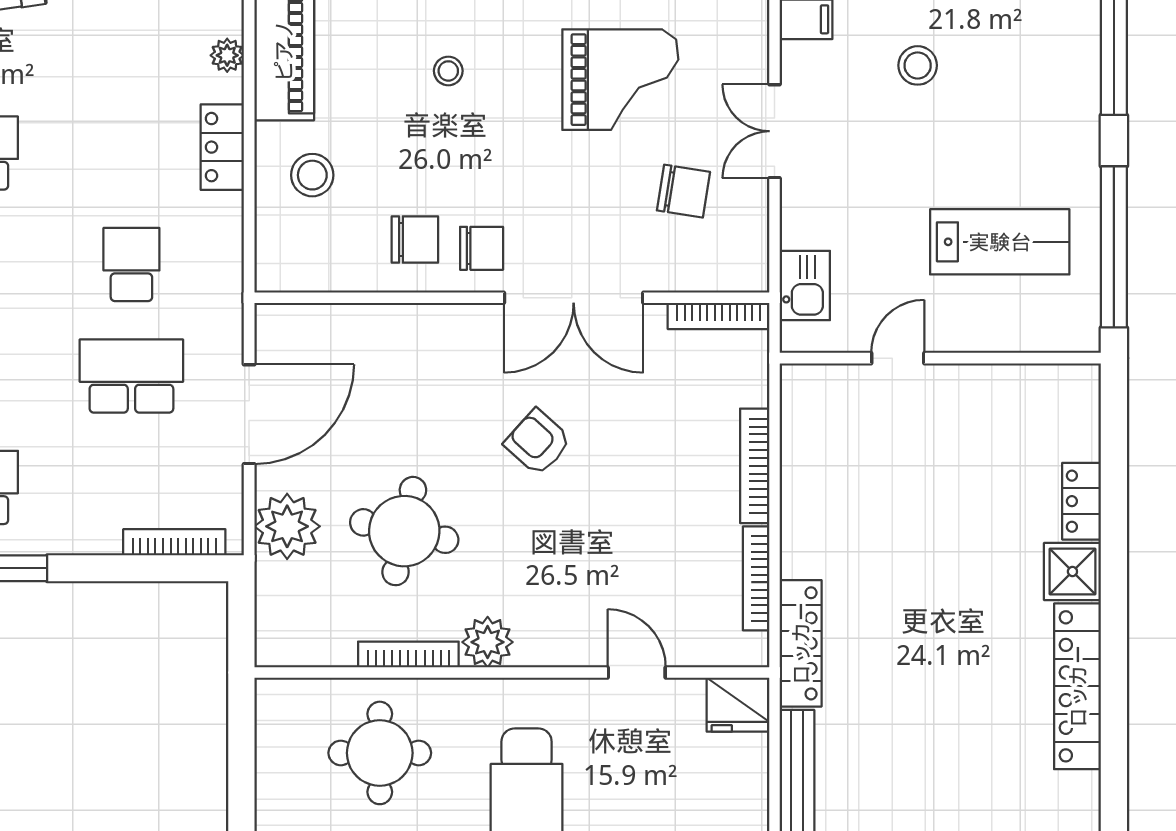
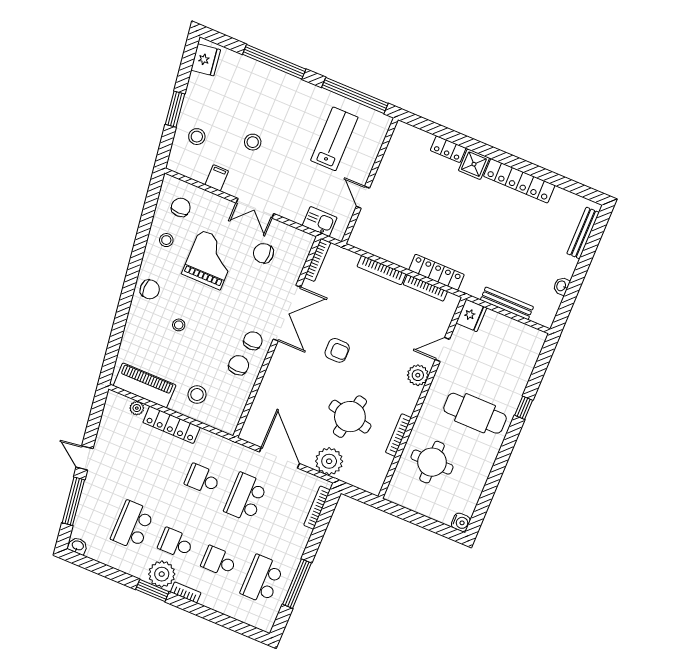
locker: (222, 147) -> (172, 425), width x1.53
chair: (683, 191) -> (263, 253), turned -99
armchair: (538, 442) -> (337, 350), turned -132
plant: (488, 642) -> (418, 375), moved
locker: (801, 643) -> (436, 272), moved

